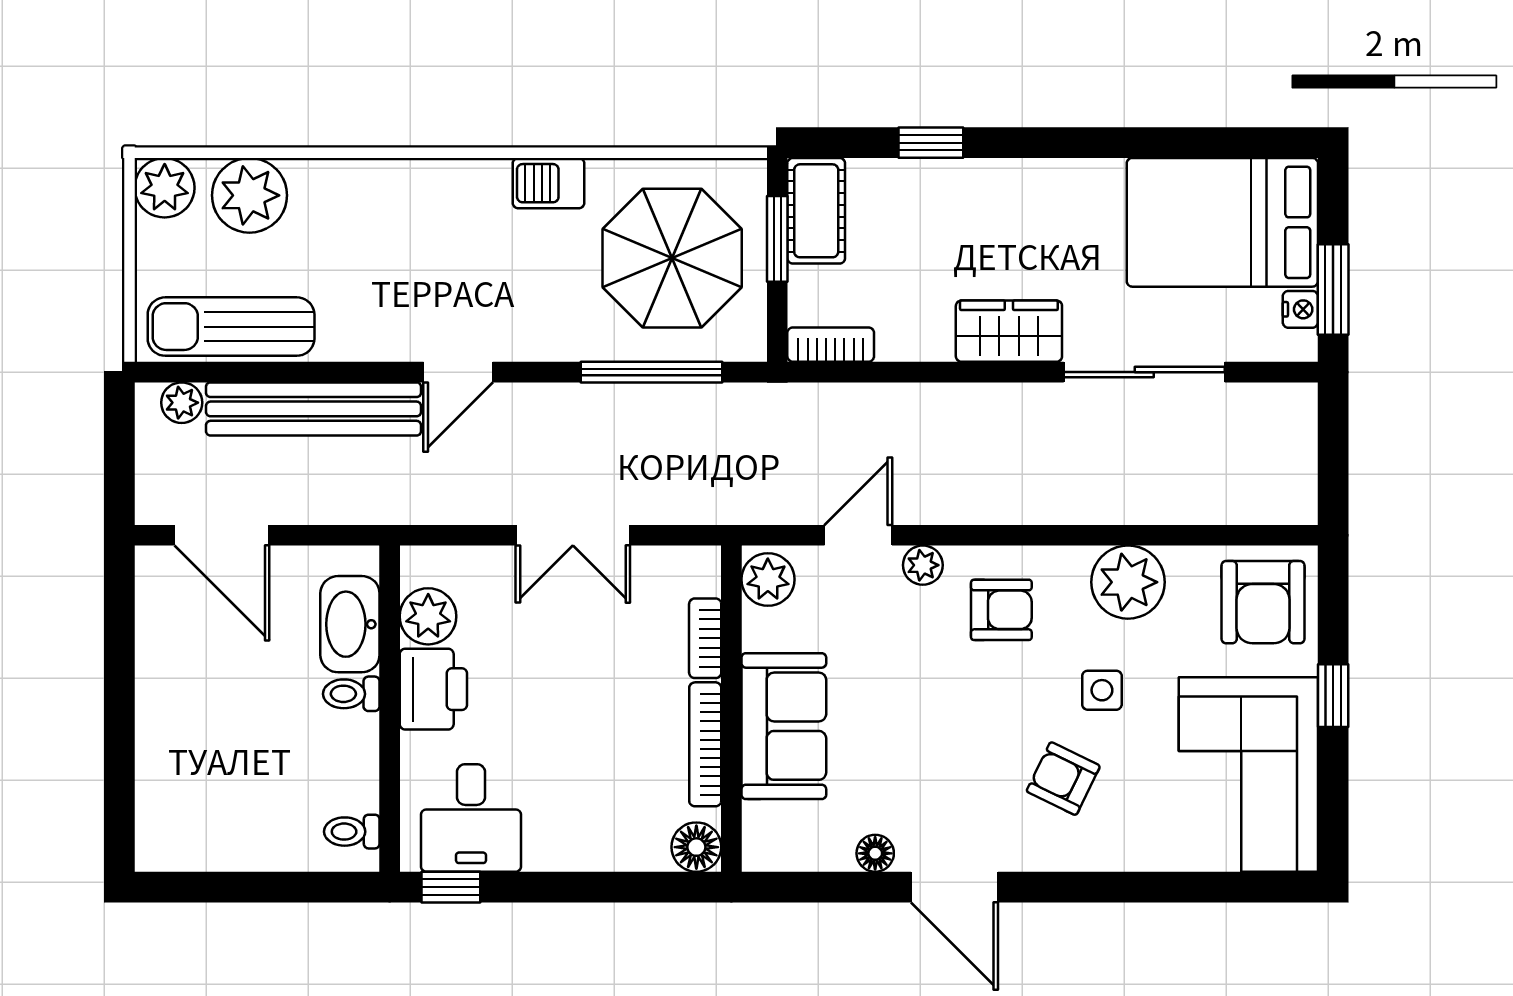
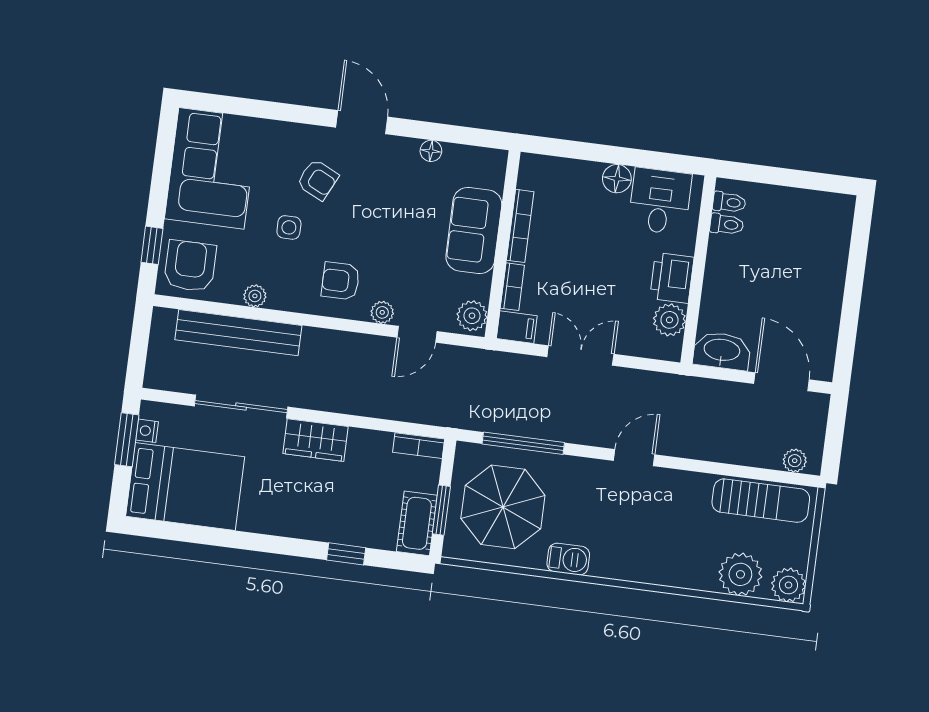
bench: (314, 409) -> (238, 333), moved
filing cabinet: (689, 570) -> (517, 327), added
plant: (1128, 582) -> (255, 296), width x0.53, depth x0.53
washbasin: (350, 624) -> (722, 351), moved, turned -90
toilet: (351, 694) -> (727, 224), moved
window: (1333, 696) -> (152, 245), moved
floor lamp: (696, 847) -> (617, 179), moved
window: (451, 887) -> (677, 163), removed
door: (954, 887) -> (362, 122), moved

